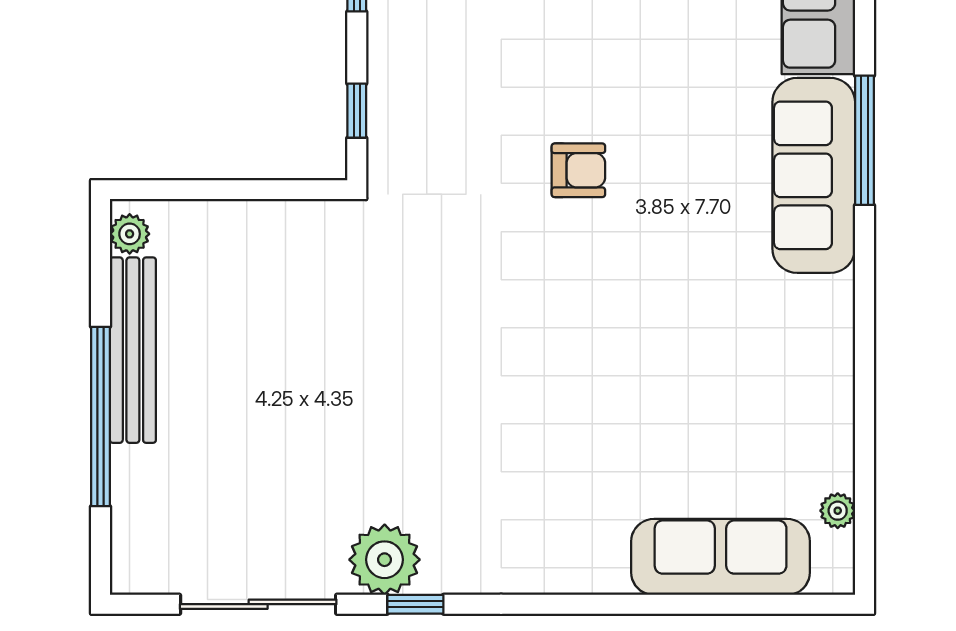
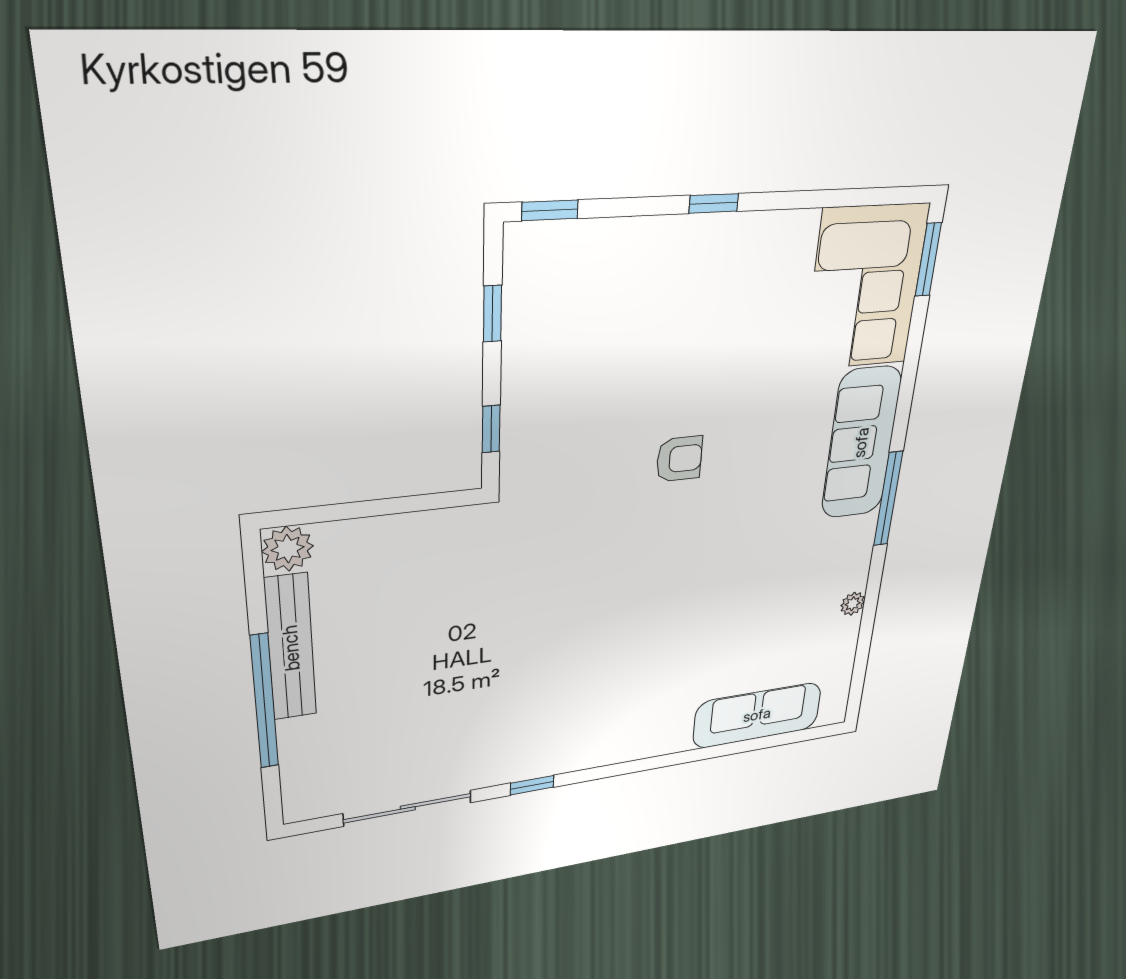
window: (864, 140) -> (888, 499), moved
plant: (130, 234) -> (288, 549), width x1.38, depth x1.38
plant: (838, 511) -> (853, 604), moved
plant: (385, 560) -> (509, 761), removed

